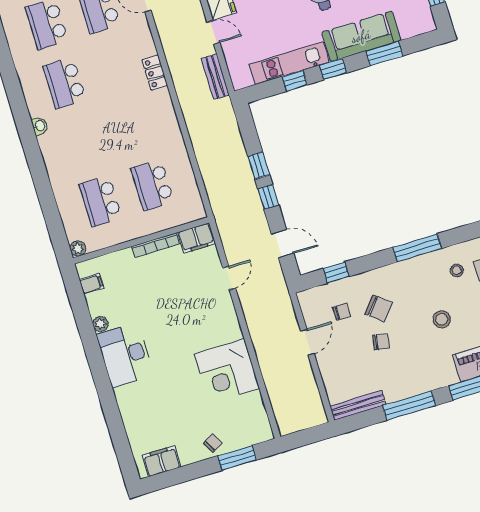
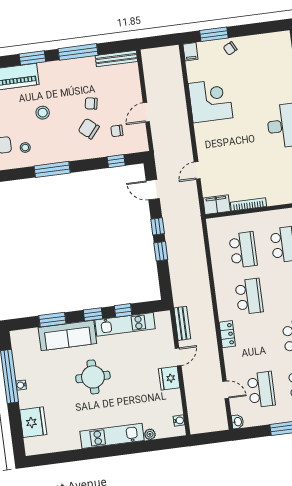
door: (213, 32) -> (178, 357), swing flipped
school desk: (135, 126) -> (249, 296), added
filing cabinet: (161, 461) -> (190, 52), moved, width x0.50

